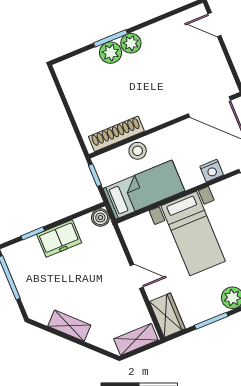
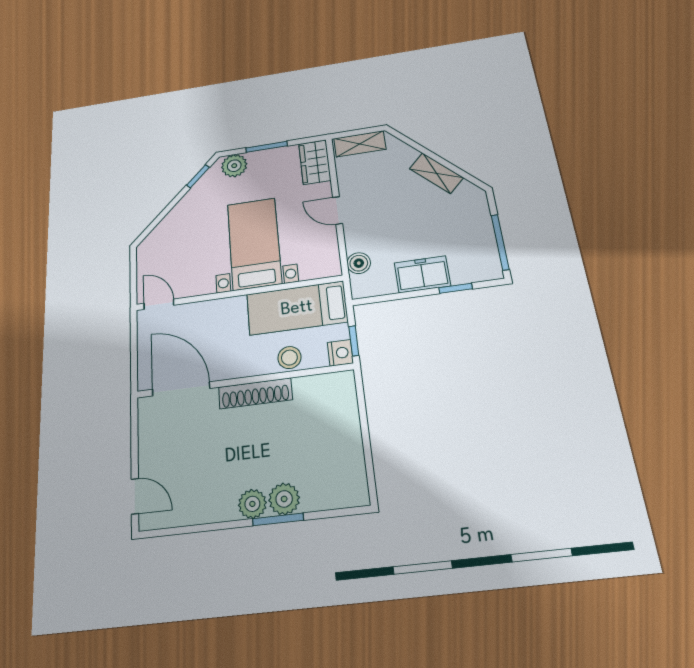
shoe rack: (116, 134) -> (255, 393), moved
nightstand: (212, 171) -> (340, 353), moved, turned 90
boiler: (100, 218) -> (359, 263), moved

